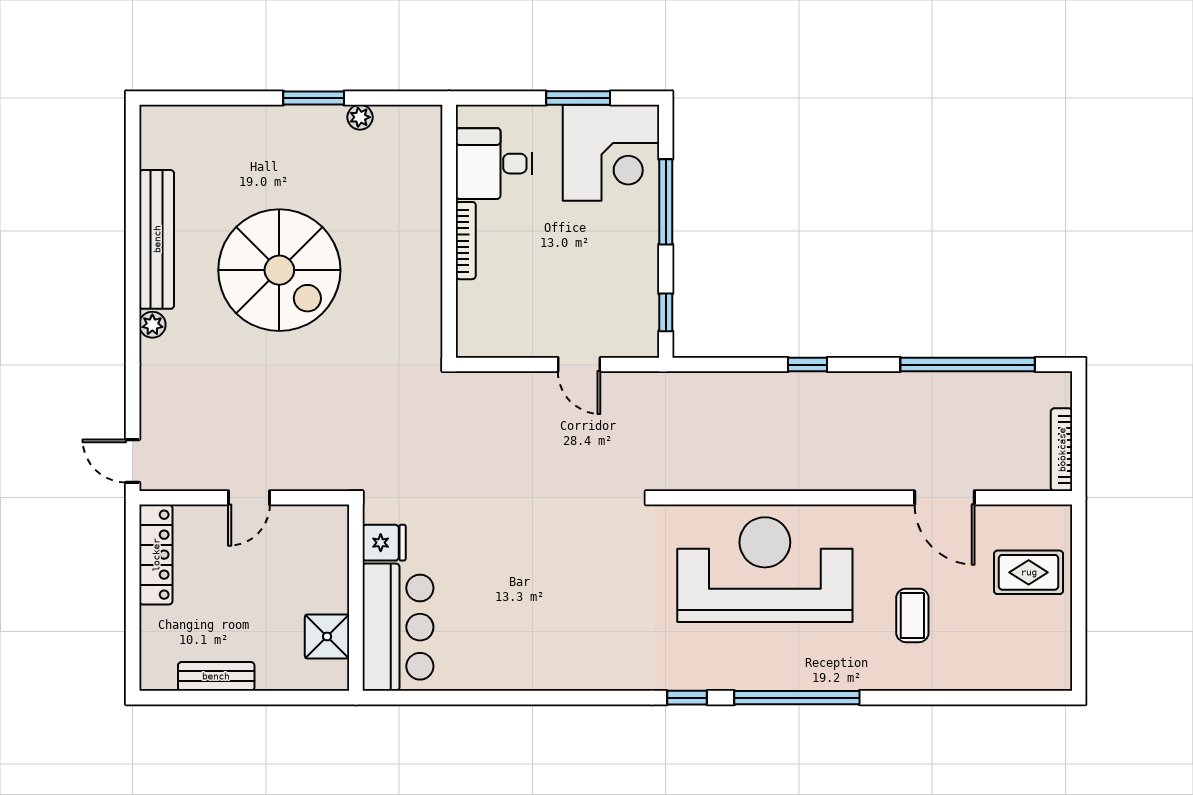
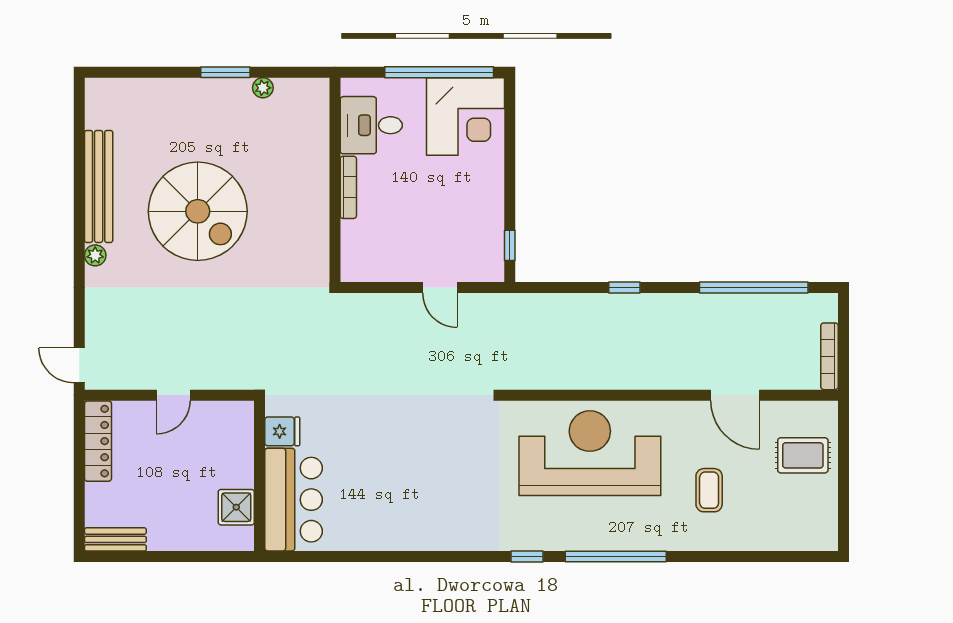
window: (578, 98) -> (439, 72), width x2.11
window: (666, 202) -> (510, 156), removed
bench: (216, 676) -> (115, 539), moved

